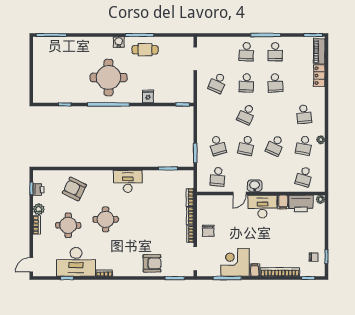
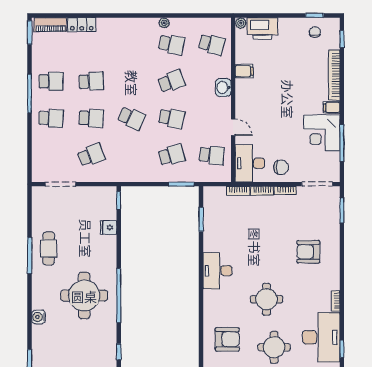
water cooler: (119, 42) -> (39, 317), moved
school desk: (218, 83) -> (91, 155), turned -45
fridge: (148, 96) -> (108, 227), moved
school desk: (304, 114) -> (131, 44), removed
school desk: (275, 145) -> (172, 81), turned -45
washbasin: (255, 186) -> (223, 87), moved
armchair: (74, 189) -> (227, 339), turned -116
printer: (301, 203) -> (263, 28), moved, turned 90
desk: (262, 206) -> (250, 163), moved
armchair: (152, 263) -> (308, 252), moved, turned -90

